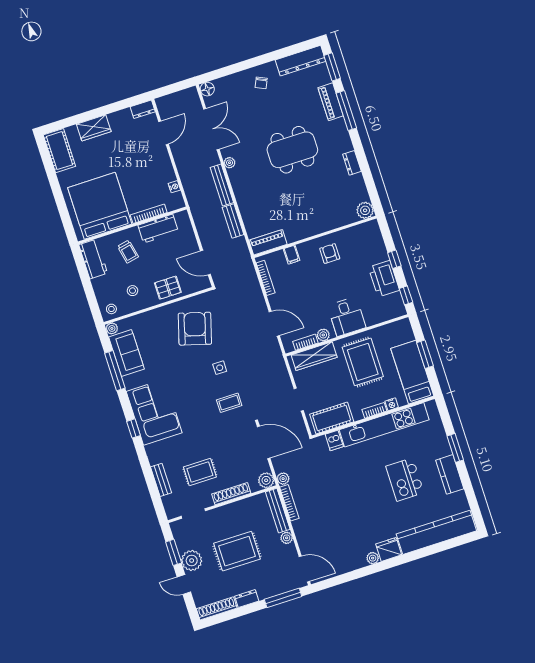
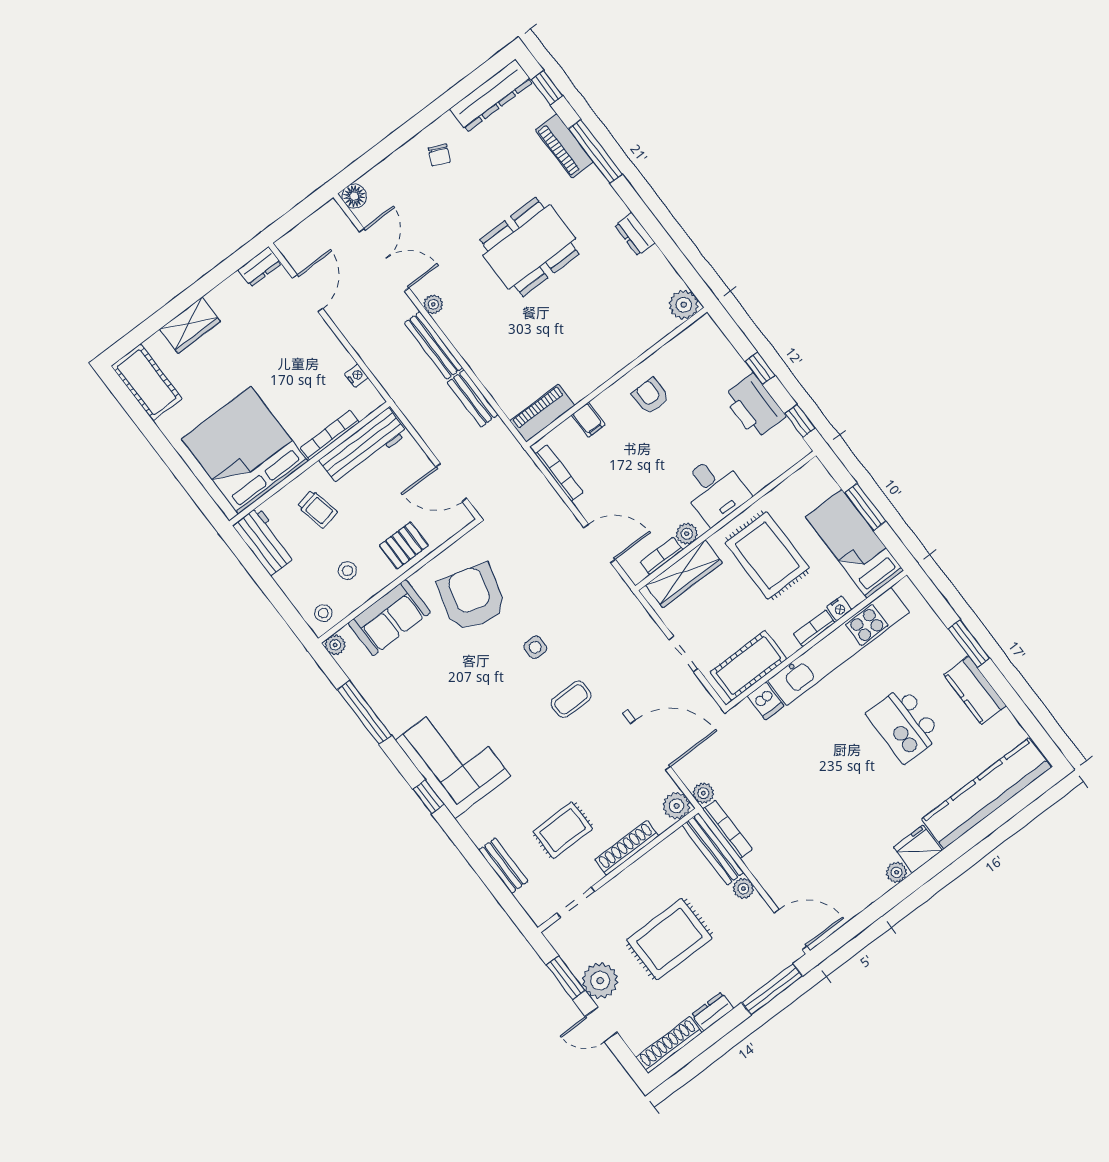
window: (332, 67) -> (547, 88), width x0.67
workbench: (158, 229) -> (363, 447), width x1.38
sofa: (126, 353) -> (389, 618), moved, turned 90

